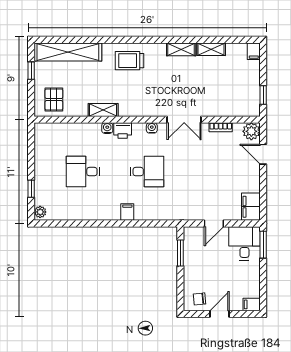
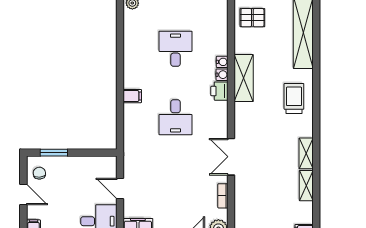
shelving: (103, 110) -> (244, 78), width x1.50, depth x1.33
water cooler: (152, 128) -> (222, 62), moved
window: (180, 253) -> (54, 153), moved

